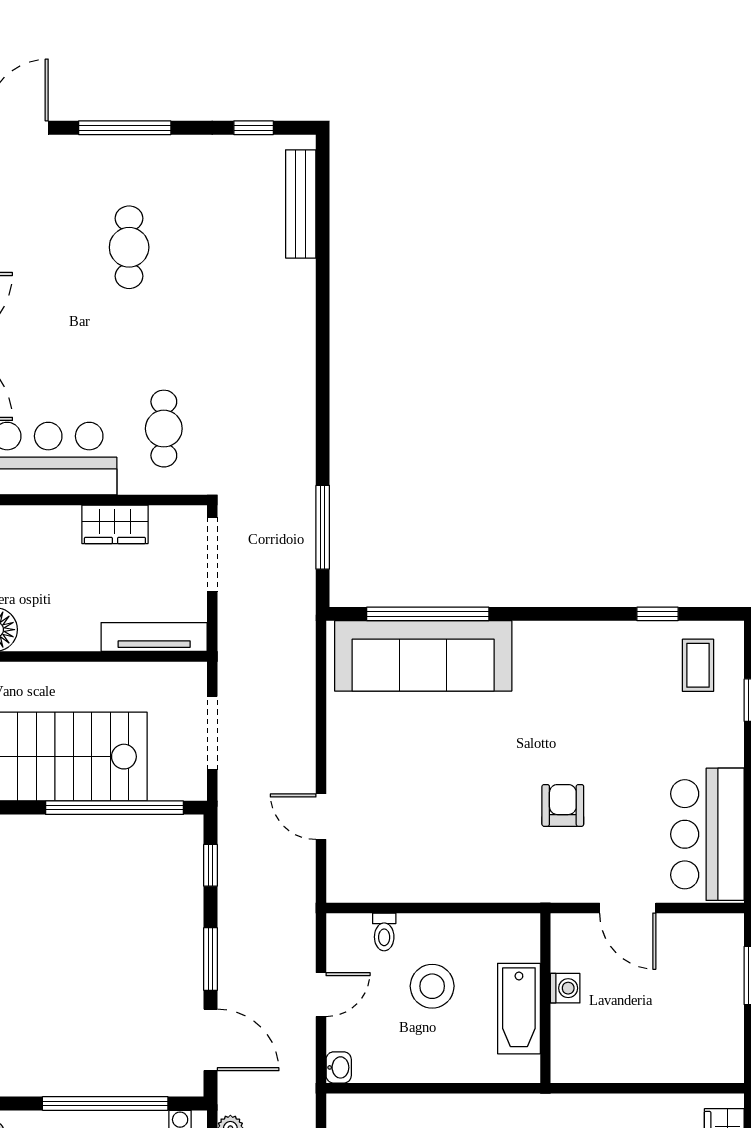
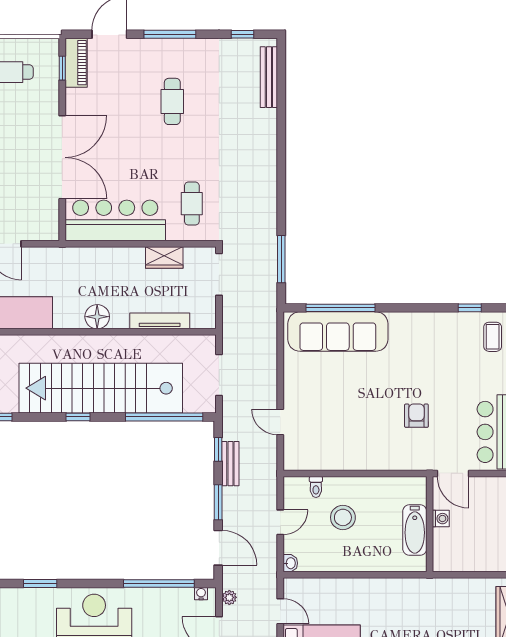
tv unit: (154, 637) -> (160, 321), moved
bench: (232, 891) -> (230, 464), added
washing machine: (565, 988) -> (441, 519), moved
wall: (545, 998) -> (430, 524), moved
bathtub: (519, 1009) -> (415, 530), moved

